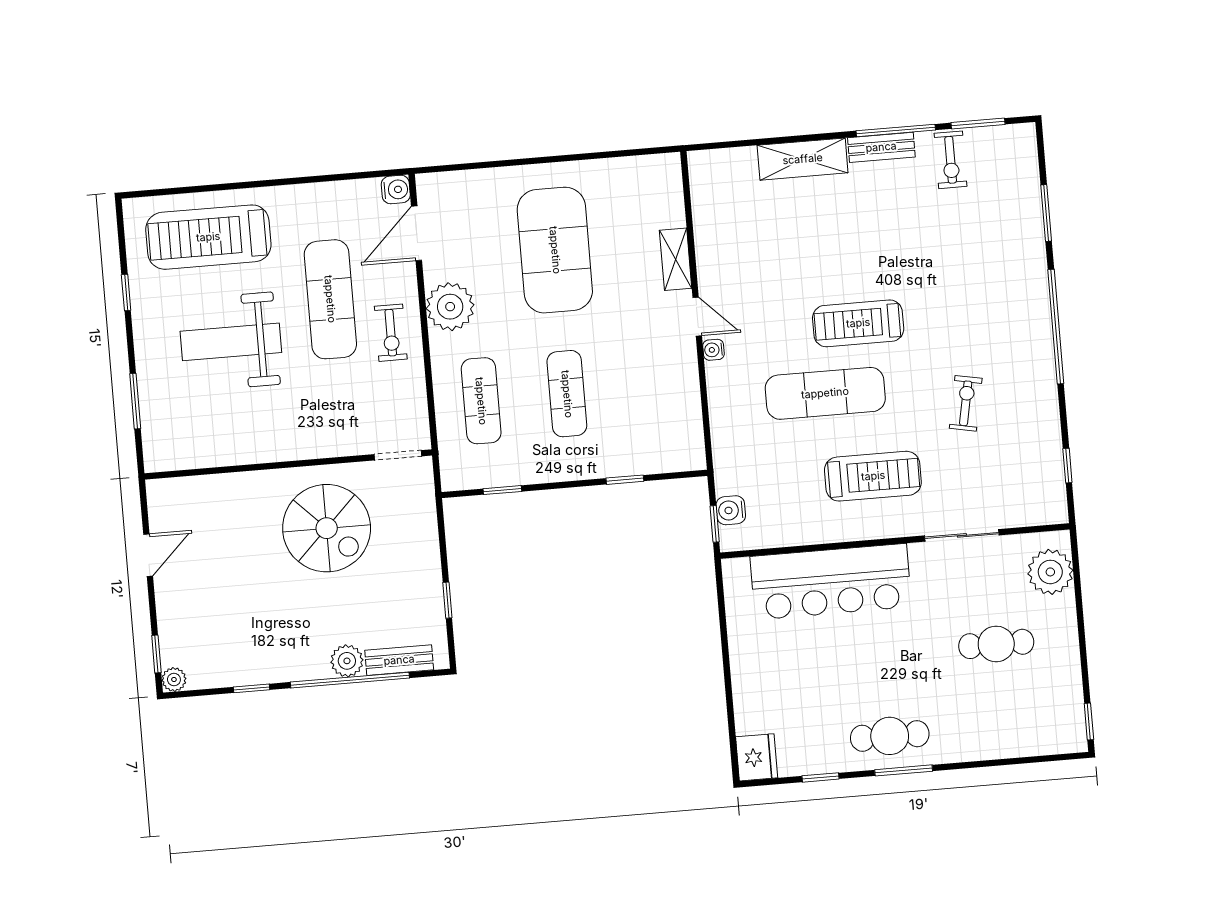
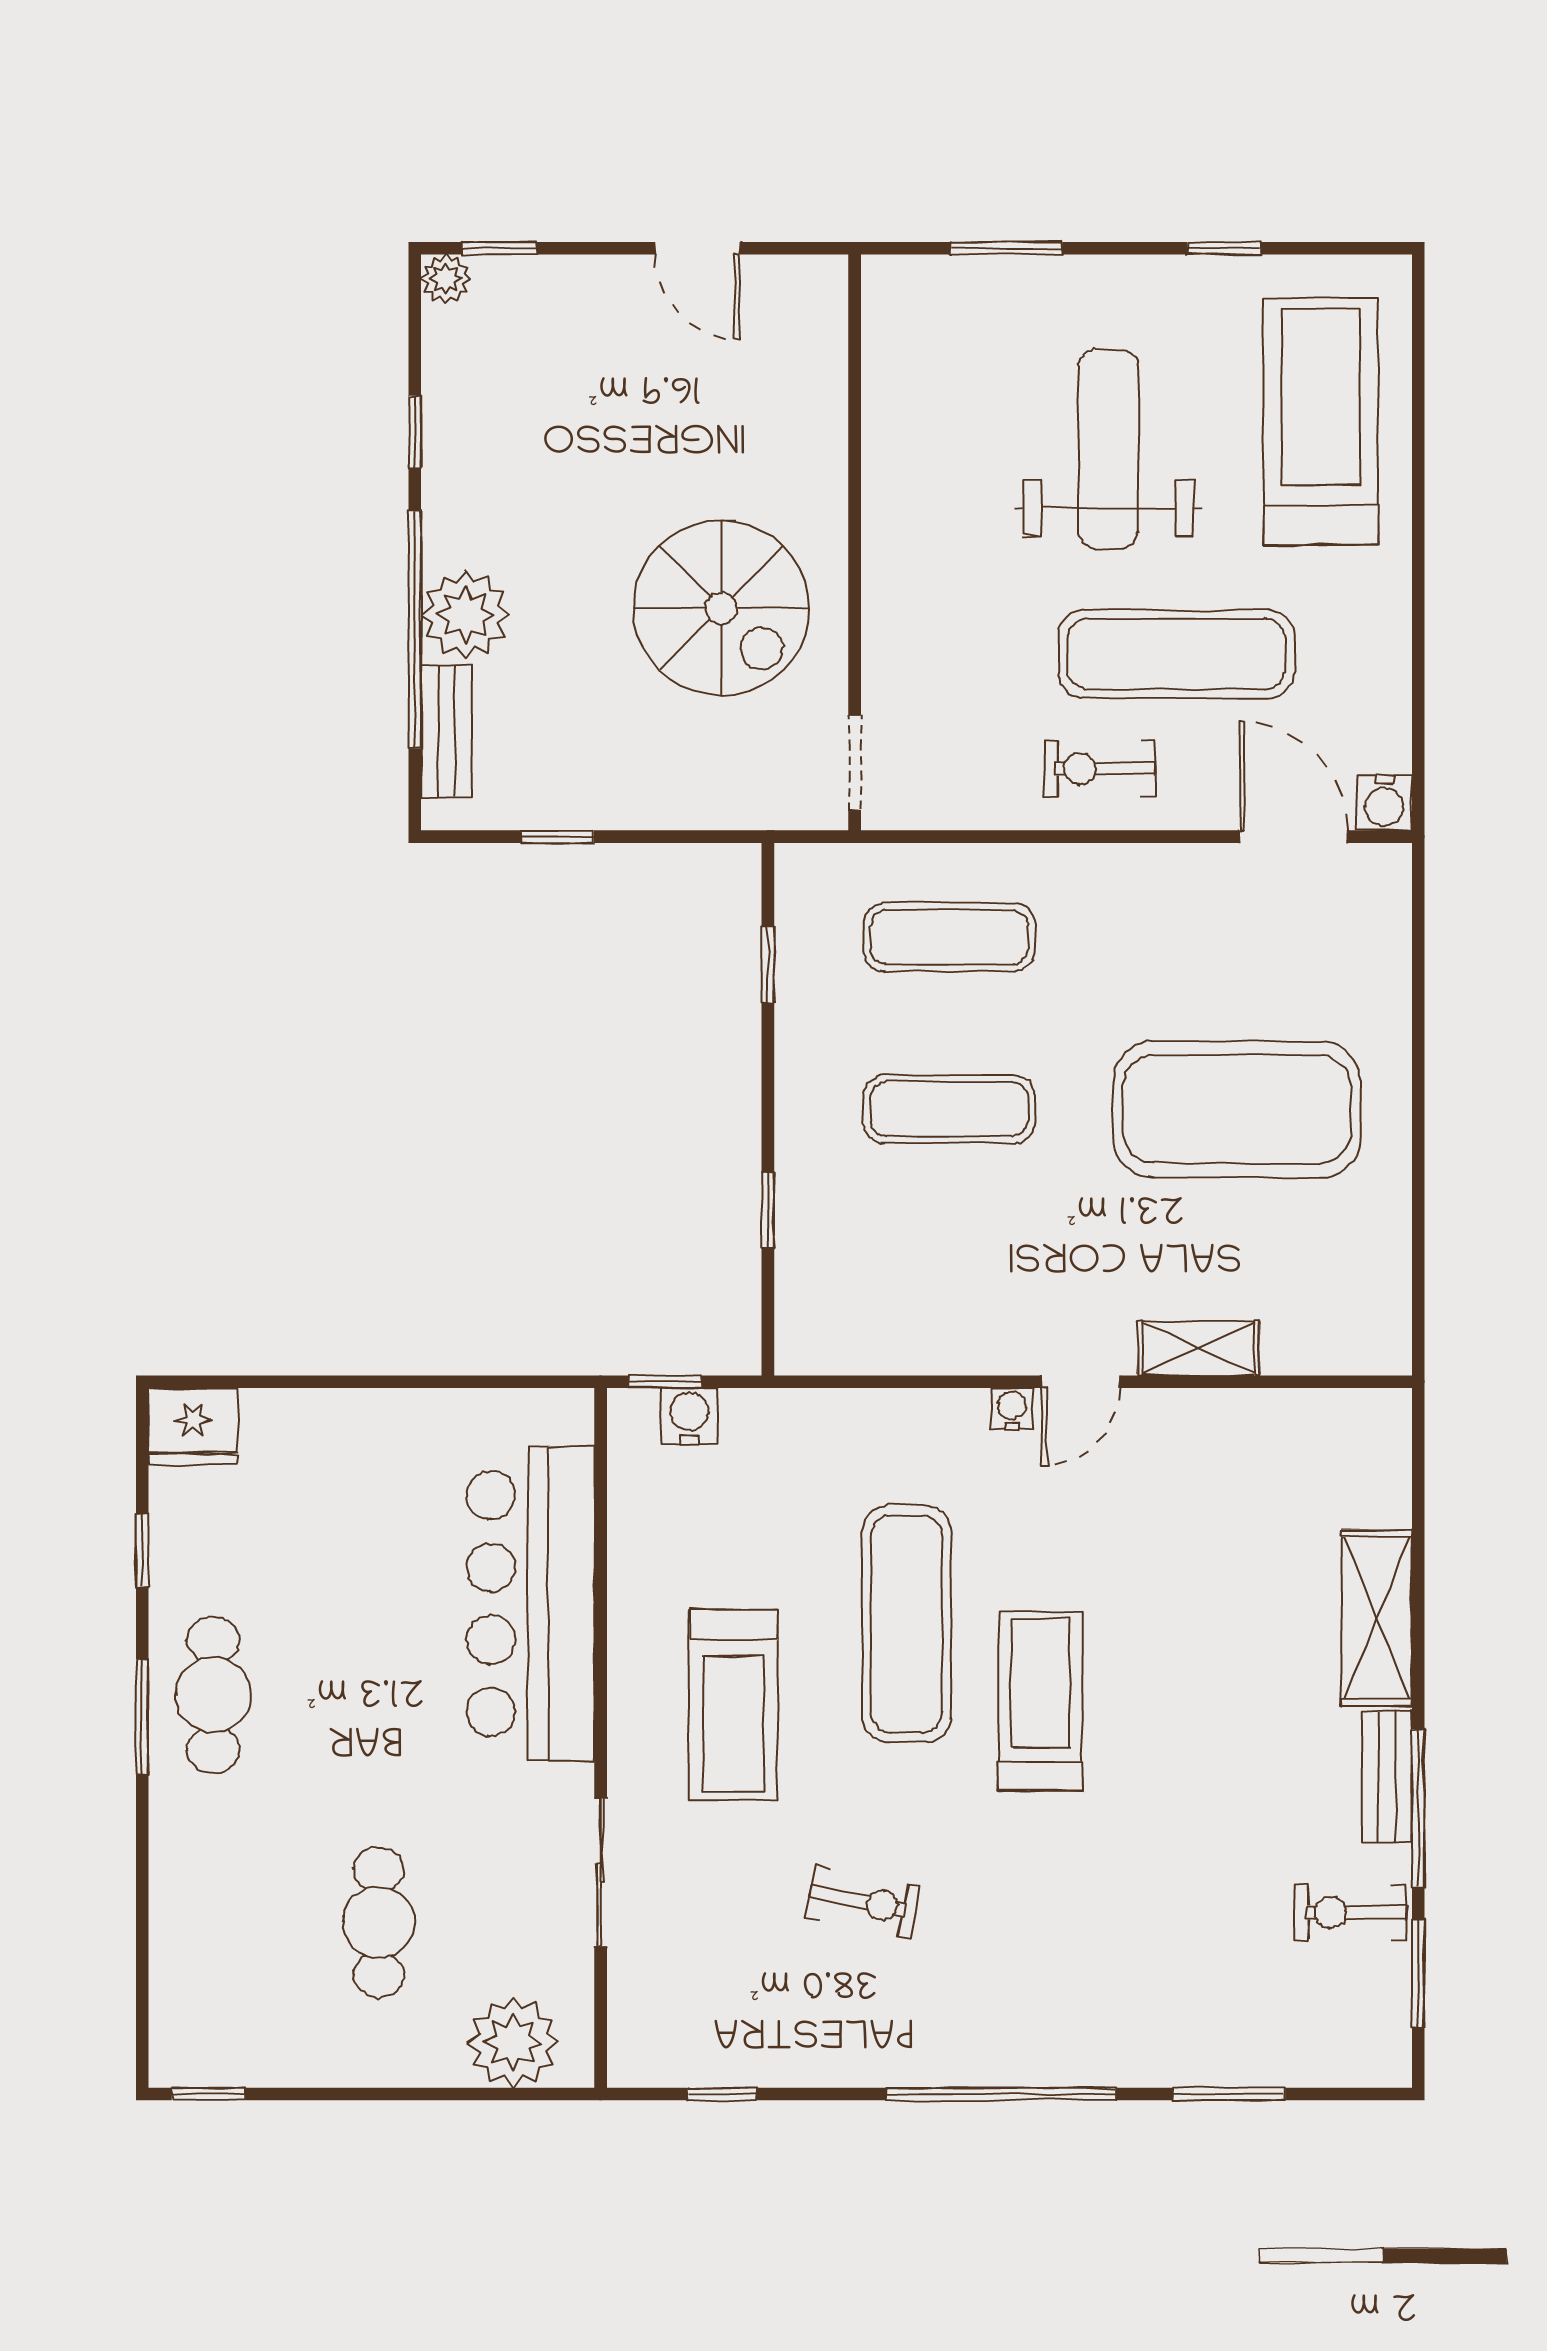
plant: (450, 307) -> (1142, 891), removed
spiral stairs: (327, 528) -> (721, 608), turned -90
plant: (347, 661) -> (465, 615), width x1.36, depth x1.36

